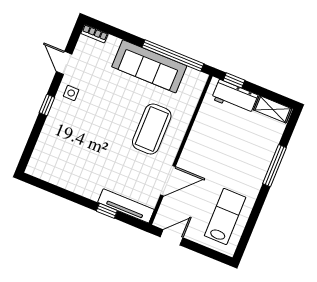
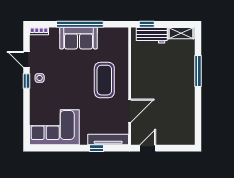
window: (173, 55) -> (80, 24), moved
sofa: (149, 66) -> (78, 38), width x0.73
window: (47, 105) -> (26, 81), moved
corner sofa: (64, 163) -> (54, 127), added
lab bench: (225, 216) -> (178, 119), removed

